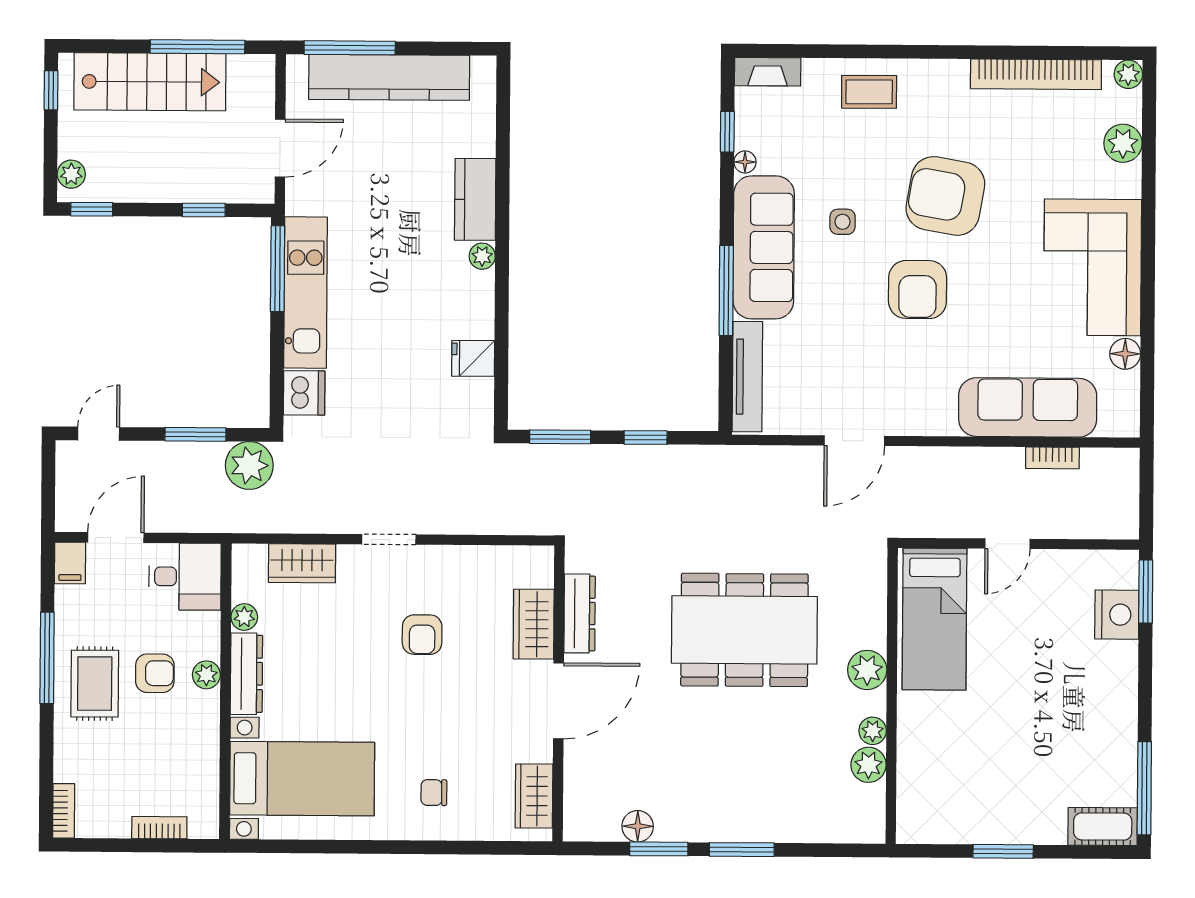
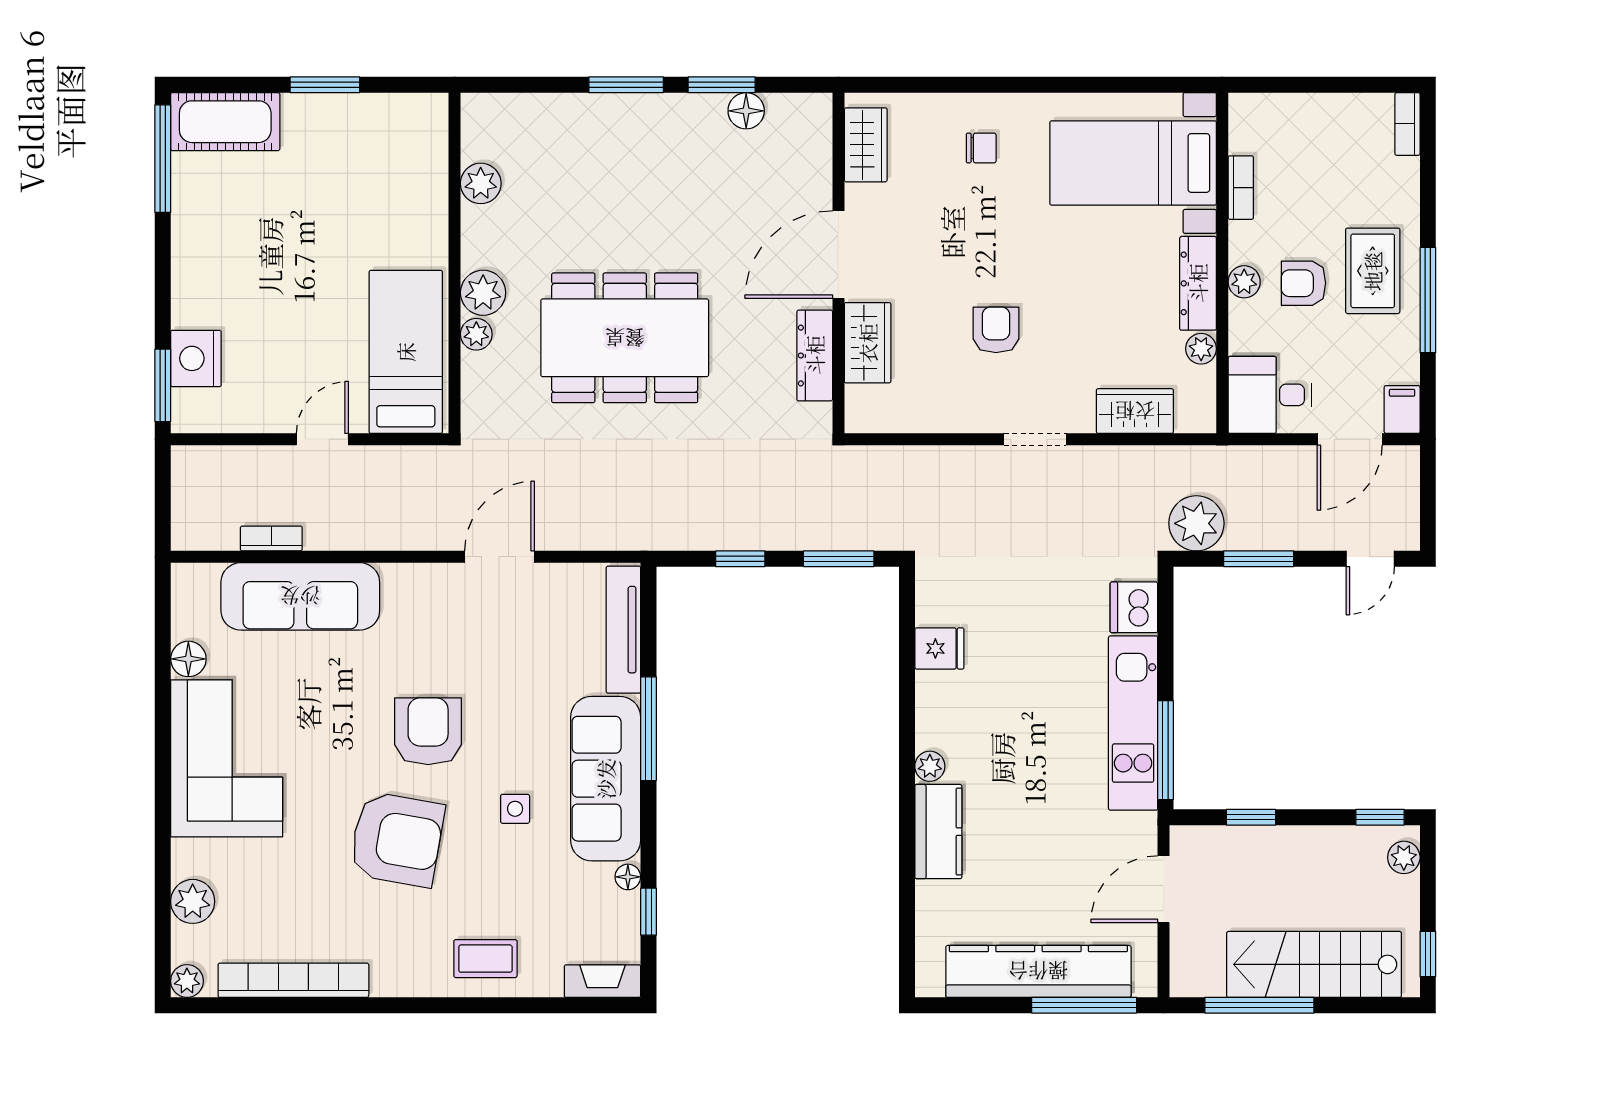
plant: (873, 731) -> (476, 334), moved
cot: (1103, 826) -> (225, 122), width x1.37, depth x1.34
bookcase: (159, 828) -> (1241, 188), moved, turned -90

